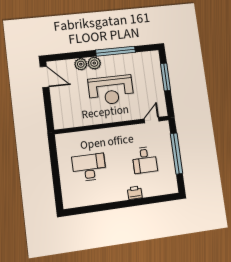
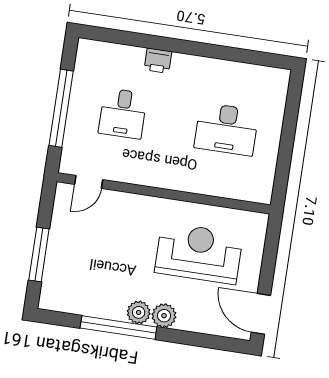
plant: (81, 64) -> (139, 312), moved
reception desk: (111, 90) -> (199, 253), moved
desk: (145, 160) -> (123, 113), turned 180

